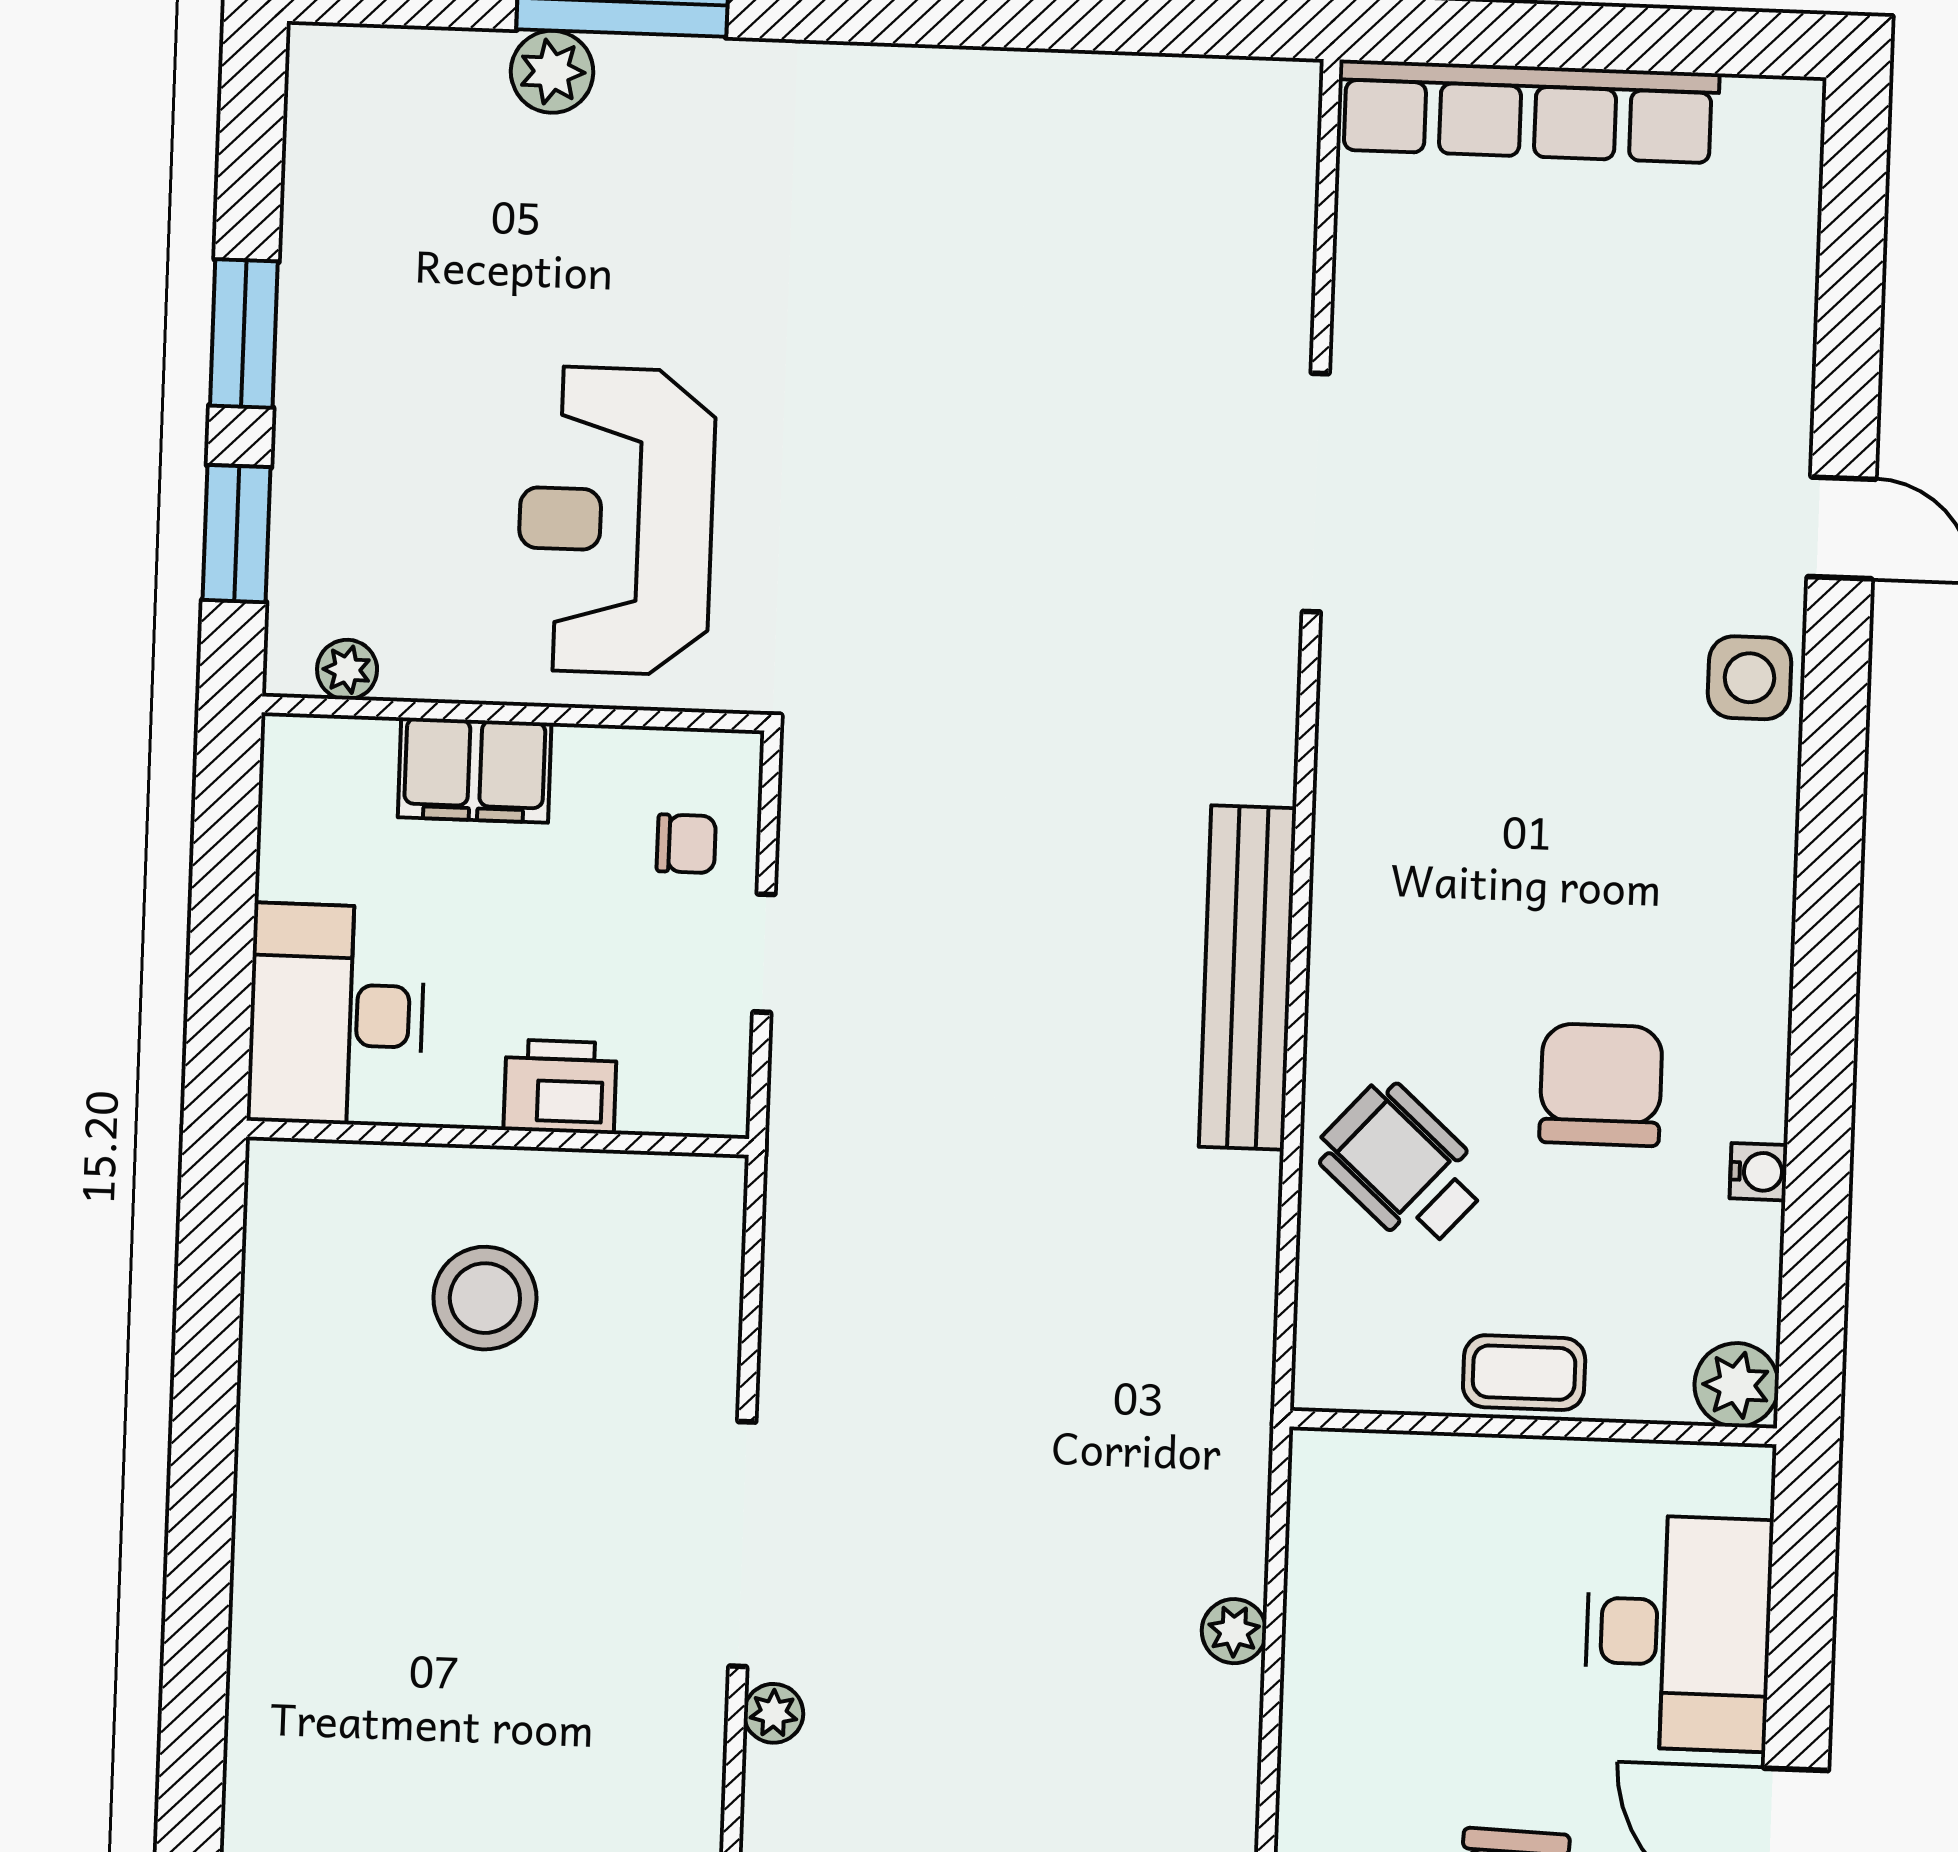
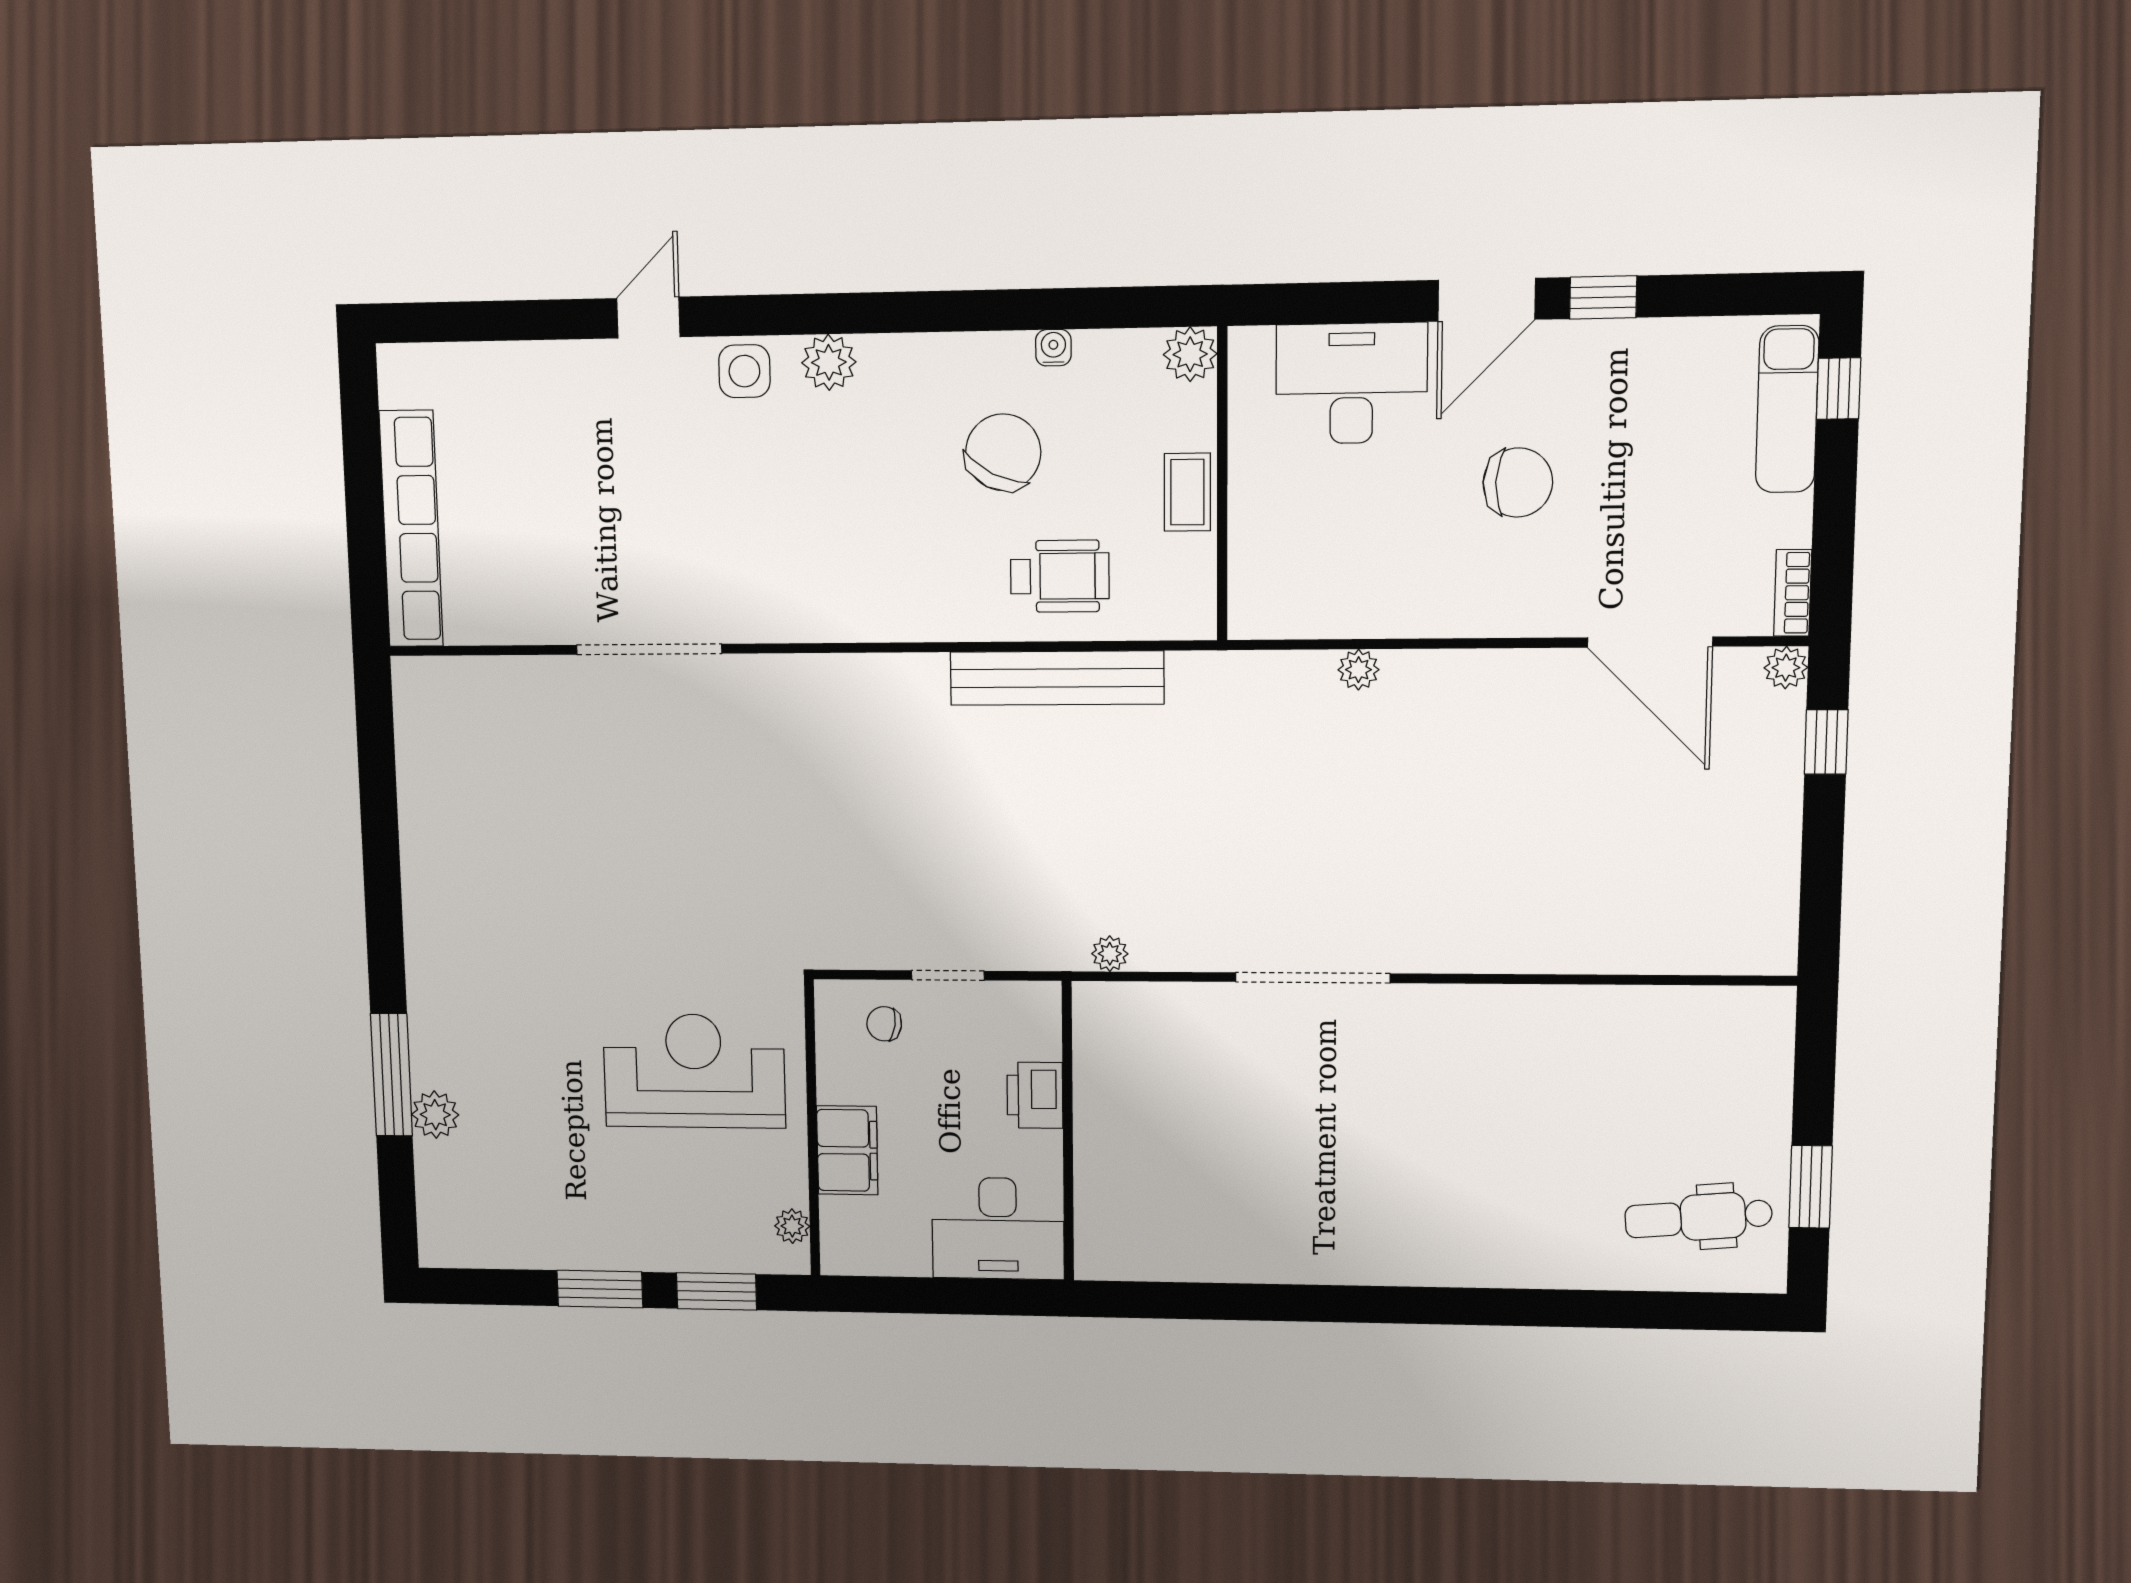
reception desk: (616, 521) -> (694, 1071), turned 180
plant: (1756, 814) -> (829, 362), added
chair: (686, 844) -> (884, 1024), turned -82
bench: (1248, 977) -> (1057, 678), moved
chair: (1601, 1085) -> (1003, 452), turned 117
wheelchair: (1402, 1166) -> (1060, 576), turned -132
stool: (485, 1298) -> (1166, 1137), removed
plant: (774, 1713) -> (1110, 954), moved

